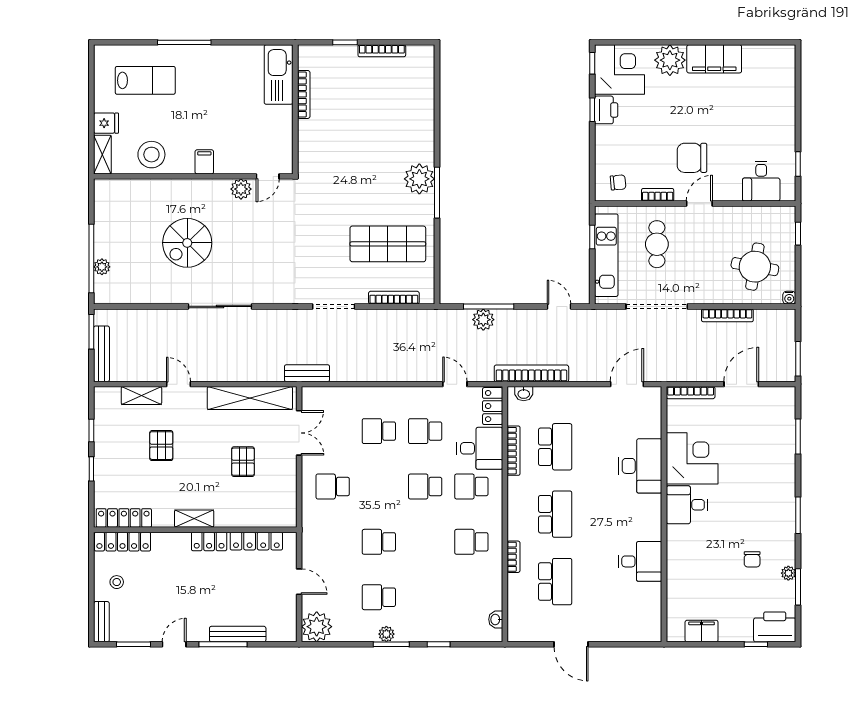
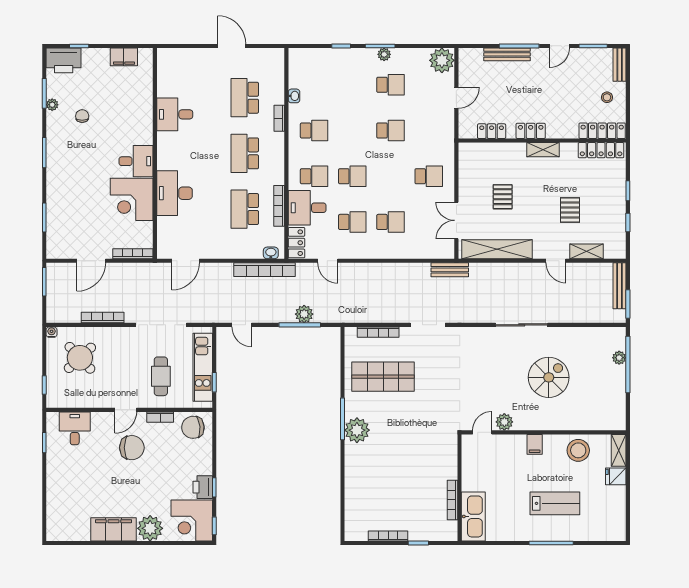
lab bench: (145, 80) -> (555, 503), moved, turned 180
chair: (618, 182) -> (193, 427), width x1.87, depth x1.87
round table: (755, 267) -> (80, 358), turned 37
locker: (256, 541) -> (492, 131), width x0.66
door: (299, 582) -> (456, 98), swing flipped
washbasin: (496, 619) -> (294, 96), moved

